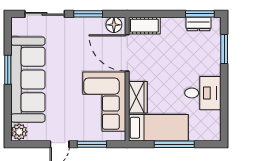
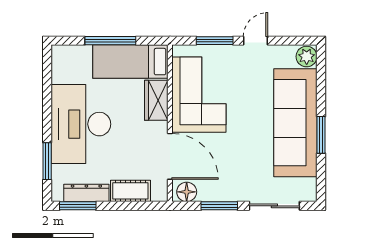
dresser: (199, 24) -> (86, 193), width x1.44
cot: (144, 26) -> (130, 191), moved
desk: (203, 93) -> (81, 124), width x1.87, depth x1.30

